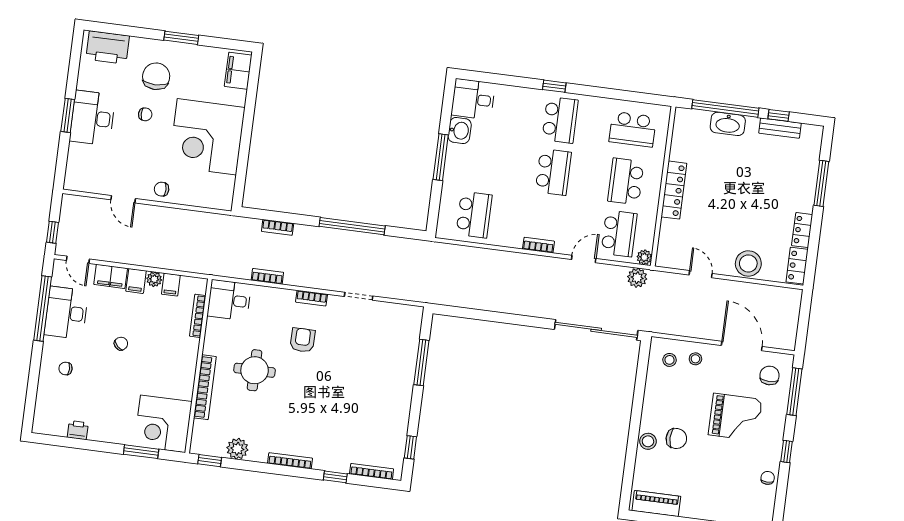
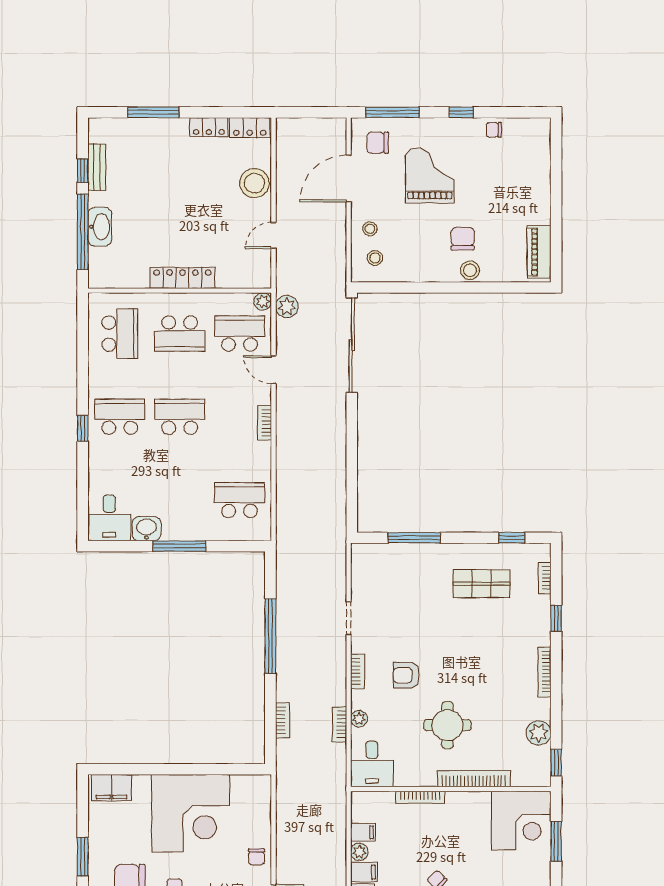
plant: (270, 294) -> (359, 719), added
bookcase: (198, 316) -> (420, 797), moved
shop shelf: (374, 416) -> (482, 584), added
bookcase: (372, 471) -> (545, 578), width x0.64

